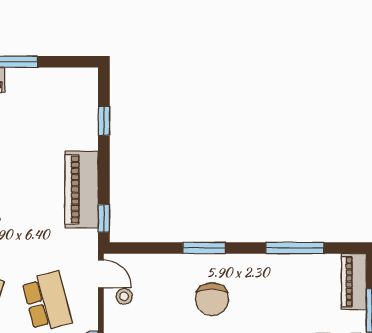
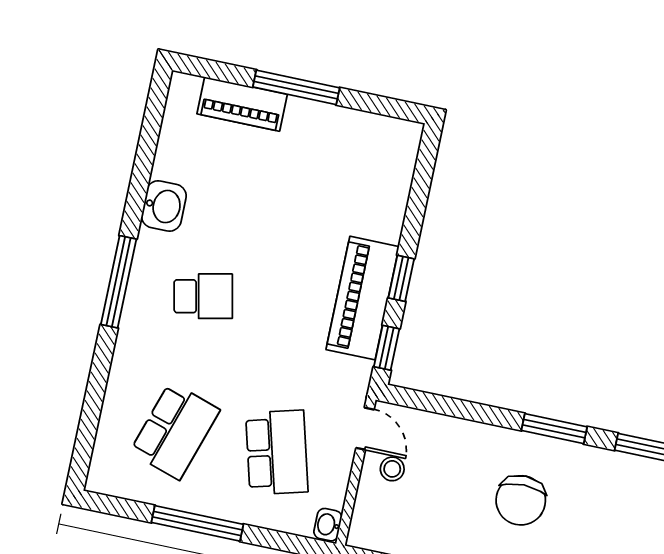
window: (104, 121) -> (401, 278), moved
window: (204, 248) -> (554, 429), moved

